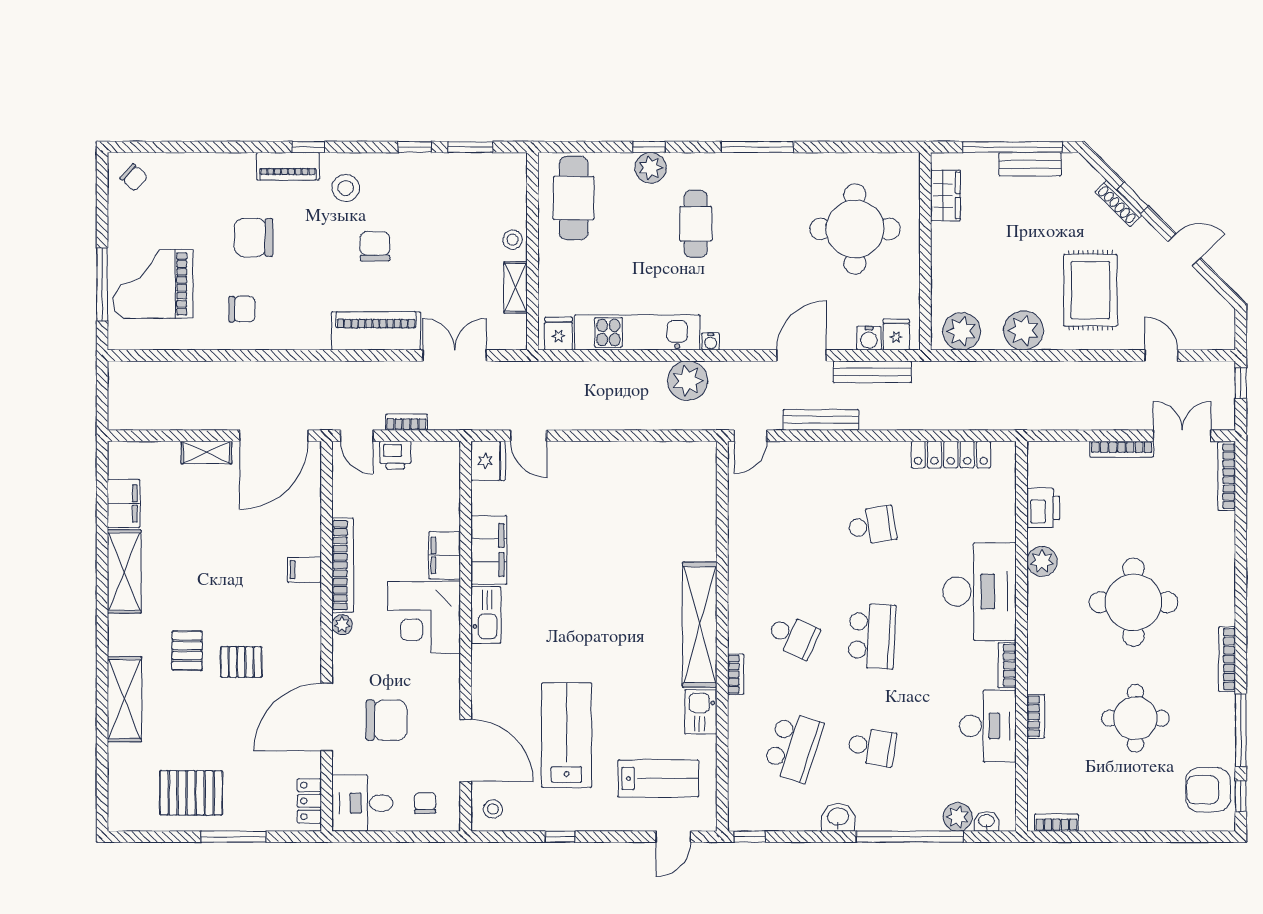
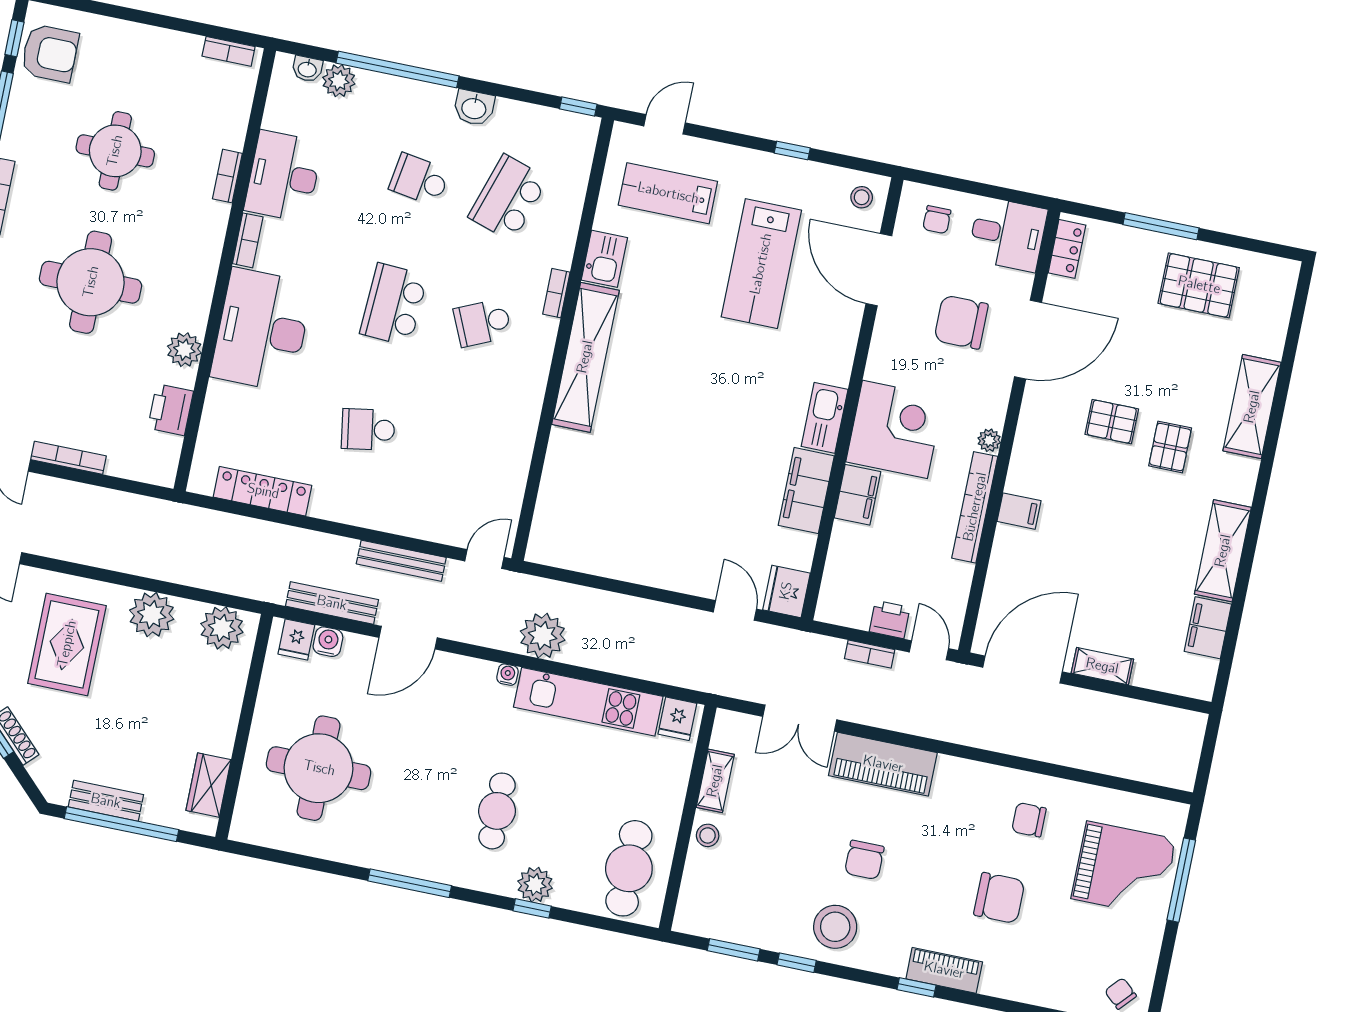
stool: (346, 188) -> (835, 927), moved, width x1.38, depth x1.38
school desk: (793, 636) -> (483, 323), turned -48

